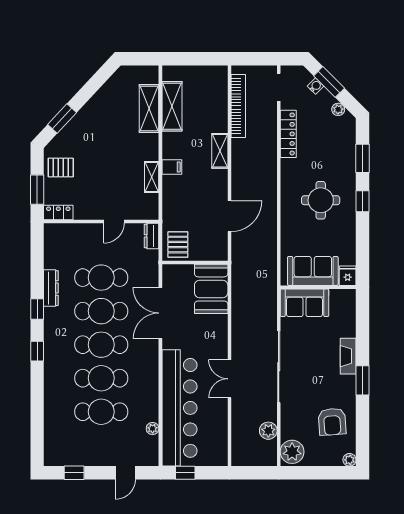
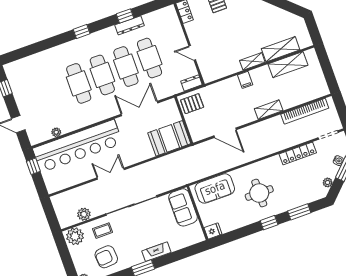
shelving: (152, 177) -> (252, 61), moved
sofa: (313, 271) -> (215, 188), moved, turned 90
window: (37, 309) -> (125, 16), moved
cafe table: (101, 412) -> (55, 92), removed
coffee table: (297, 415) -> (103, 231), added

